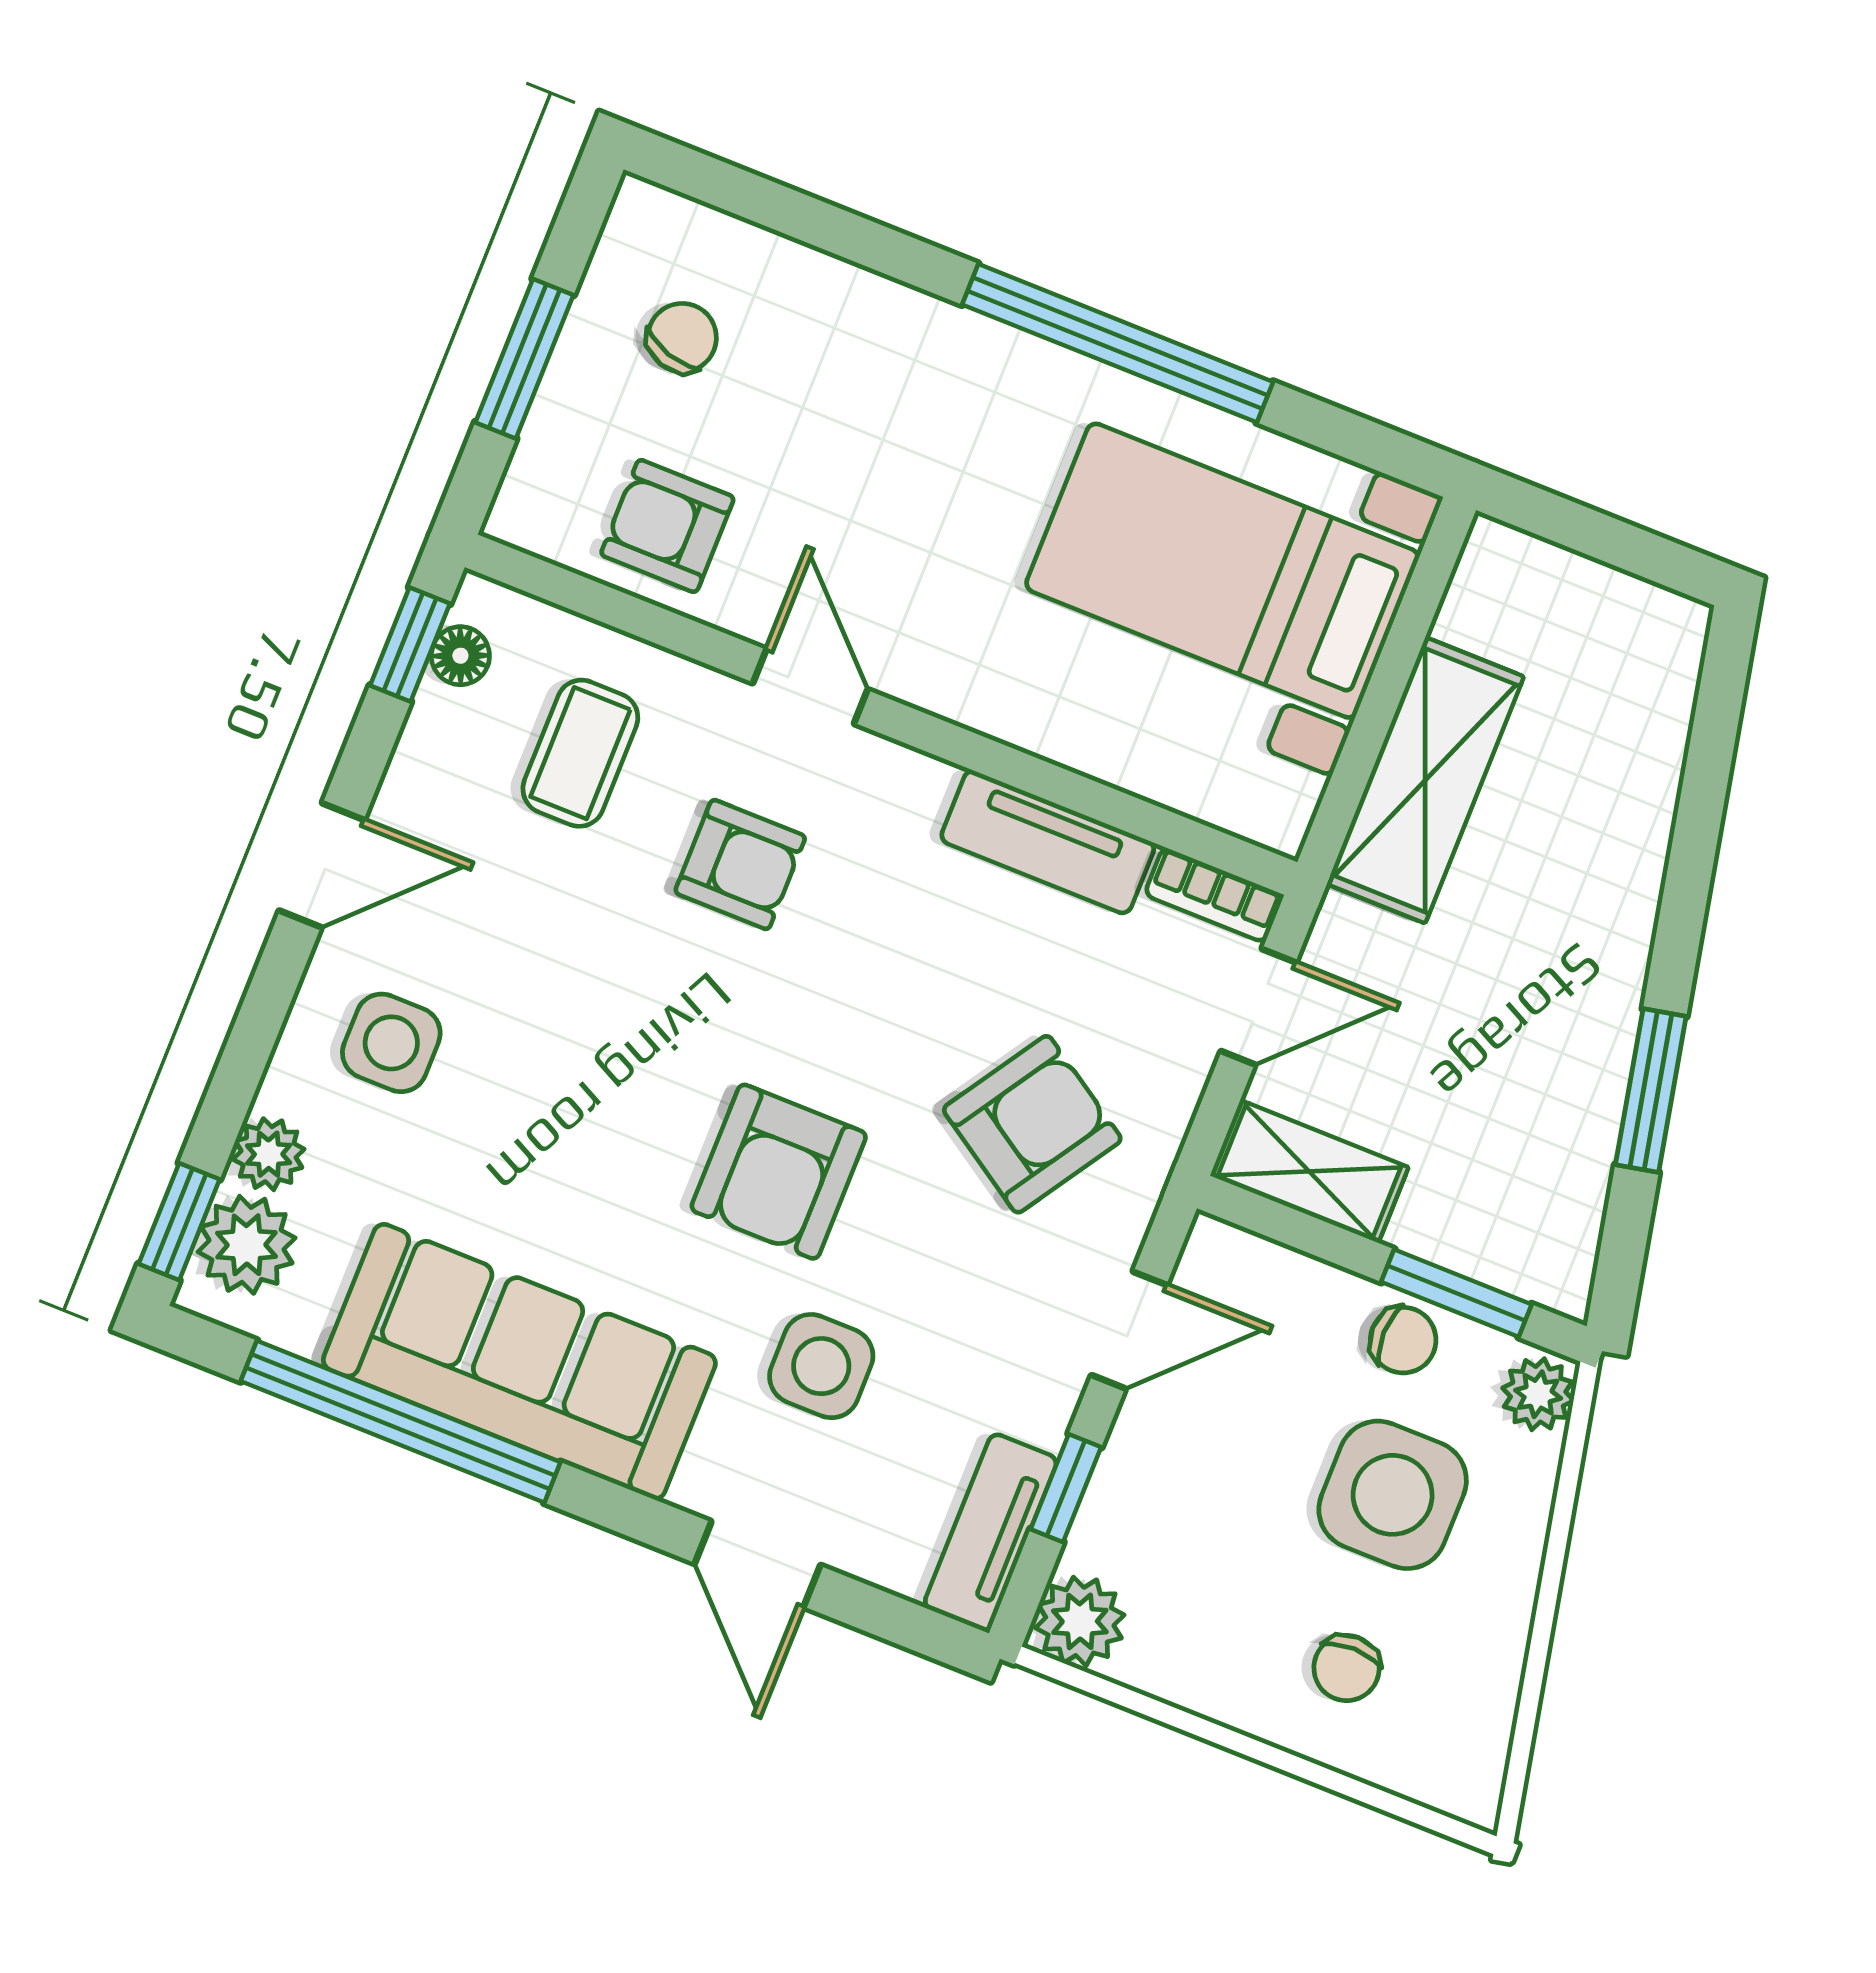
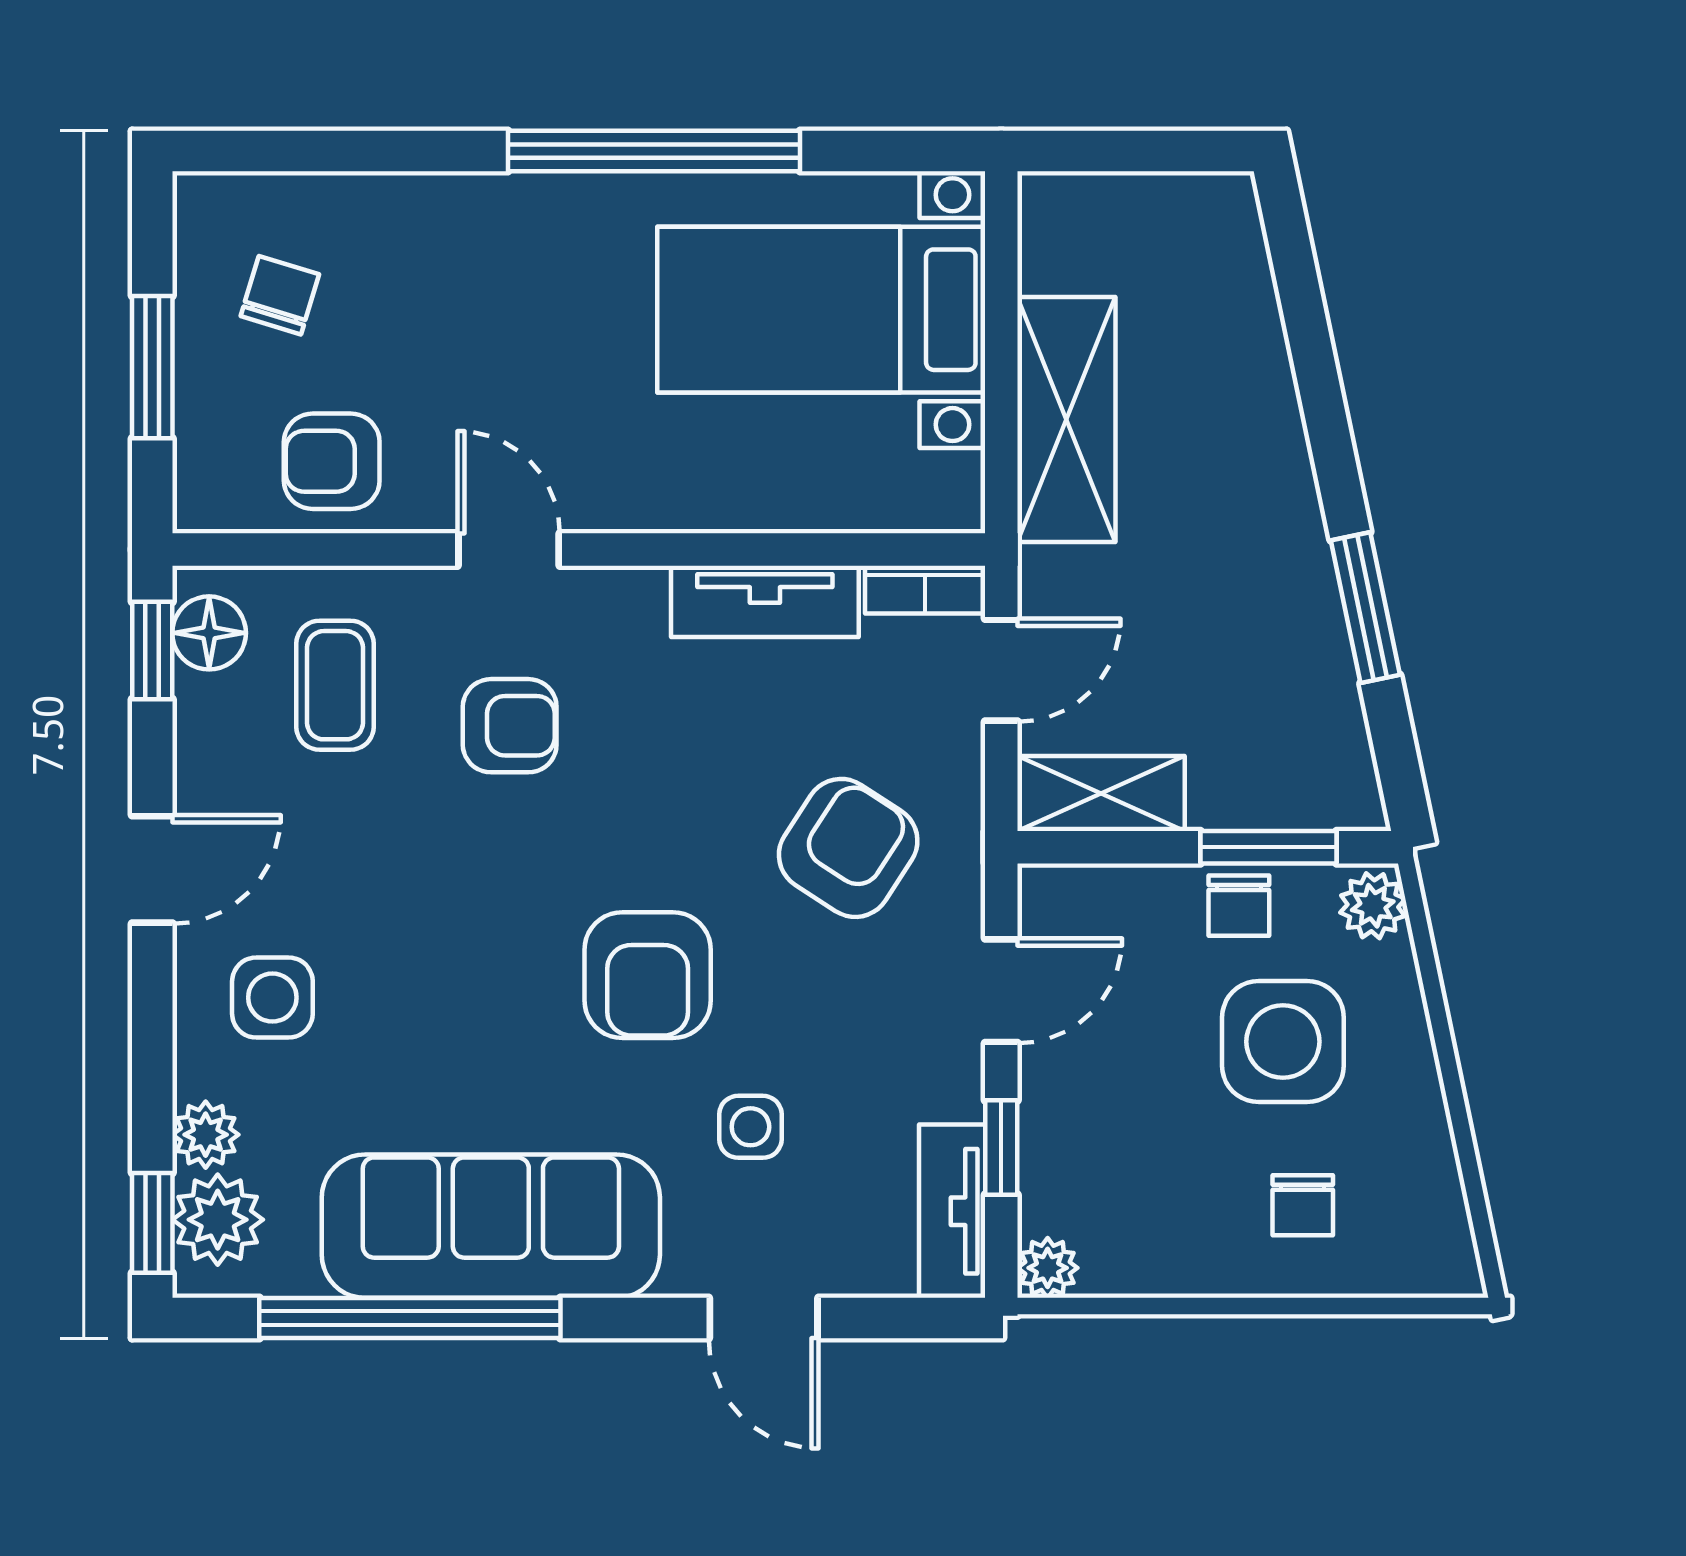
floor lamp: (460, 656) -> (209, 633), width x1.37, depth x1.37
chair: (1403, 1340) -> (1239, 906), turned 90
side table: (821, 1366) -> (750, 1127), width x0.73, depth x0.73
plant: (1080, 1621) -> (1048, 1268), width x0.73, depth x0.73

